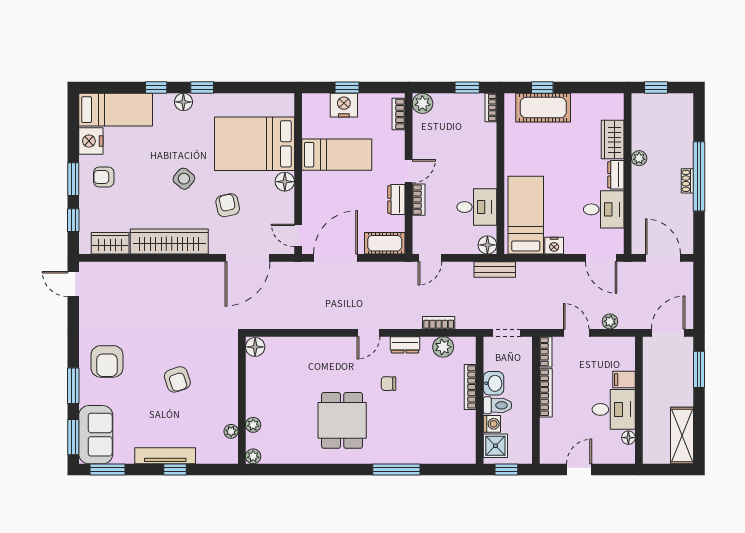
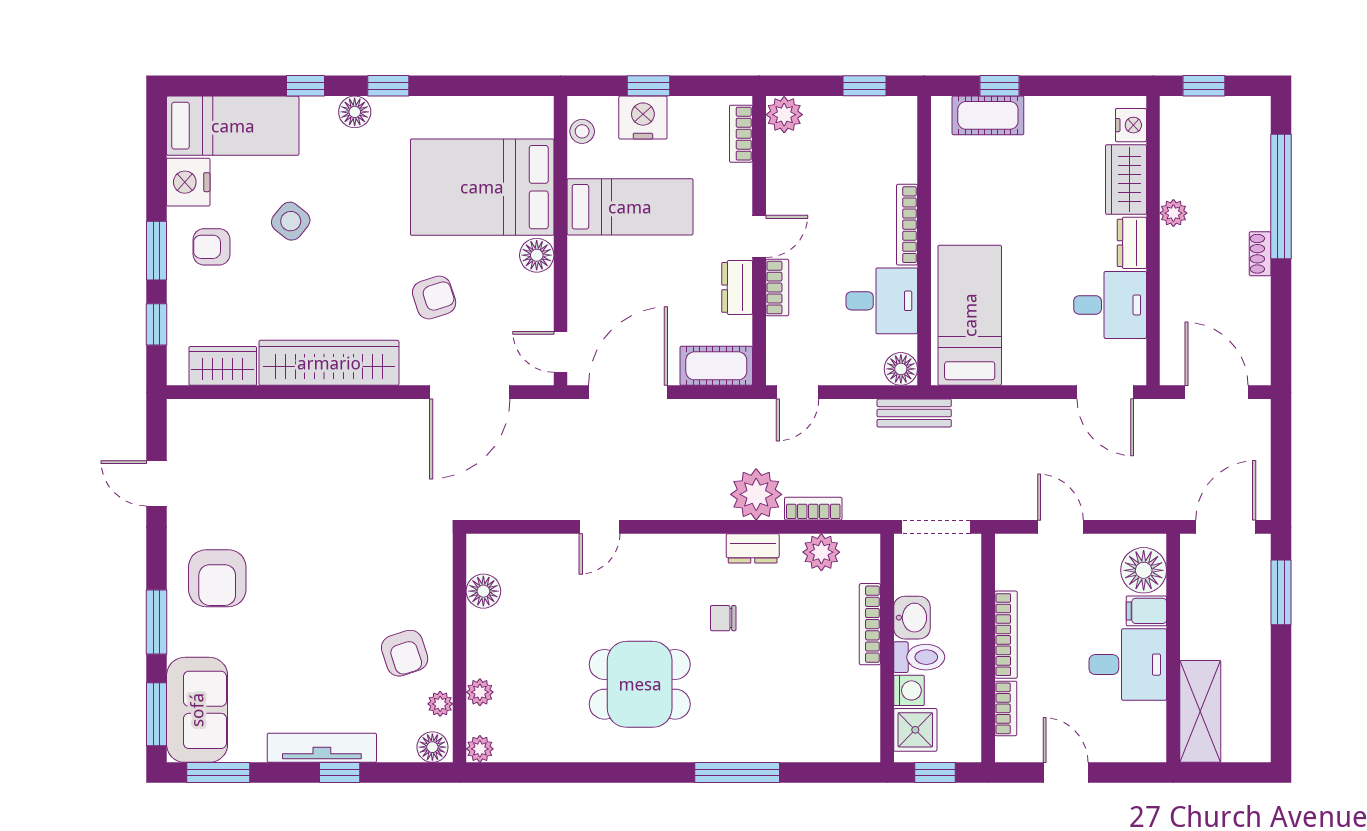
bookcase: (491, 107) -> (907, 225), moved, width x1.56
cot: (543, 108) -> (988, 115), width x0.73, depth x0.75
stool: (310, 113) -> (582, 131), added
window: (699, 176) -> (1281, 196), moved
side table: (184, 179) -> (291, 221), moved
armchair: (228, 205) -> (434, 297), turned 84
nightstand: (554, 246) -> (1131, 125), moved, turned -90
door: (73, 284) -> (157, 483), moved
plant: (610, 321) -> (756, 494), moved, width x1.87, depth x1.87
door: (369, 333) -> (600, 527), moved
doorway: (507, 333) -> (936, 527), width x1.38
floor lamp: (255, 347) -> (483, 591), moved
bookcase: (546, 352) -> (1006, 708), moved
armchair: (177, 379) -> (405, 653), moved
dining table: (342, 420) -> (640, 684), turned 90
shelving: (682, 436) -> (1200, 711), moved
floor lamp: (628, 438) -> (1144, 570), moved, width x1.89, depth x1.89
floor lamp: (227, 455) -> (432, 747), added
door: (579, 470) -> (1066, 773), hinge flipped

